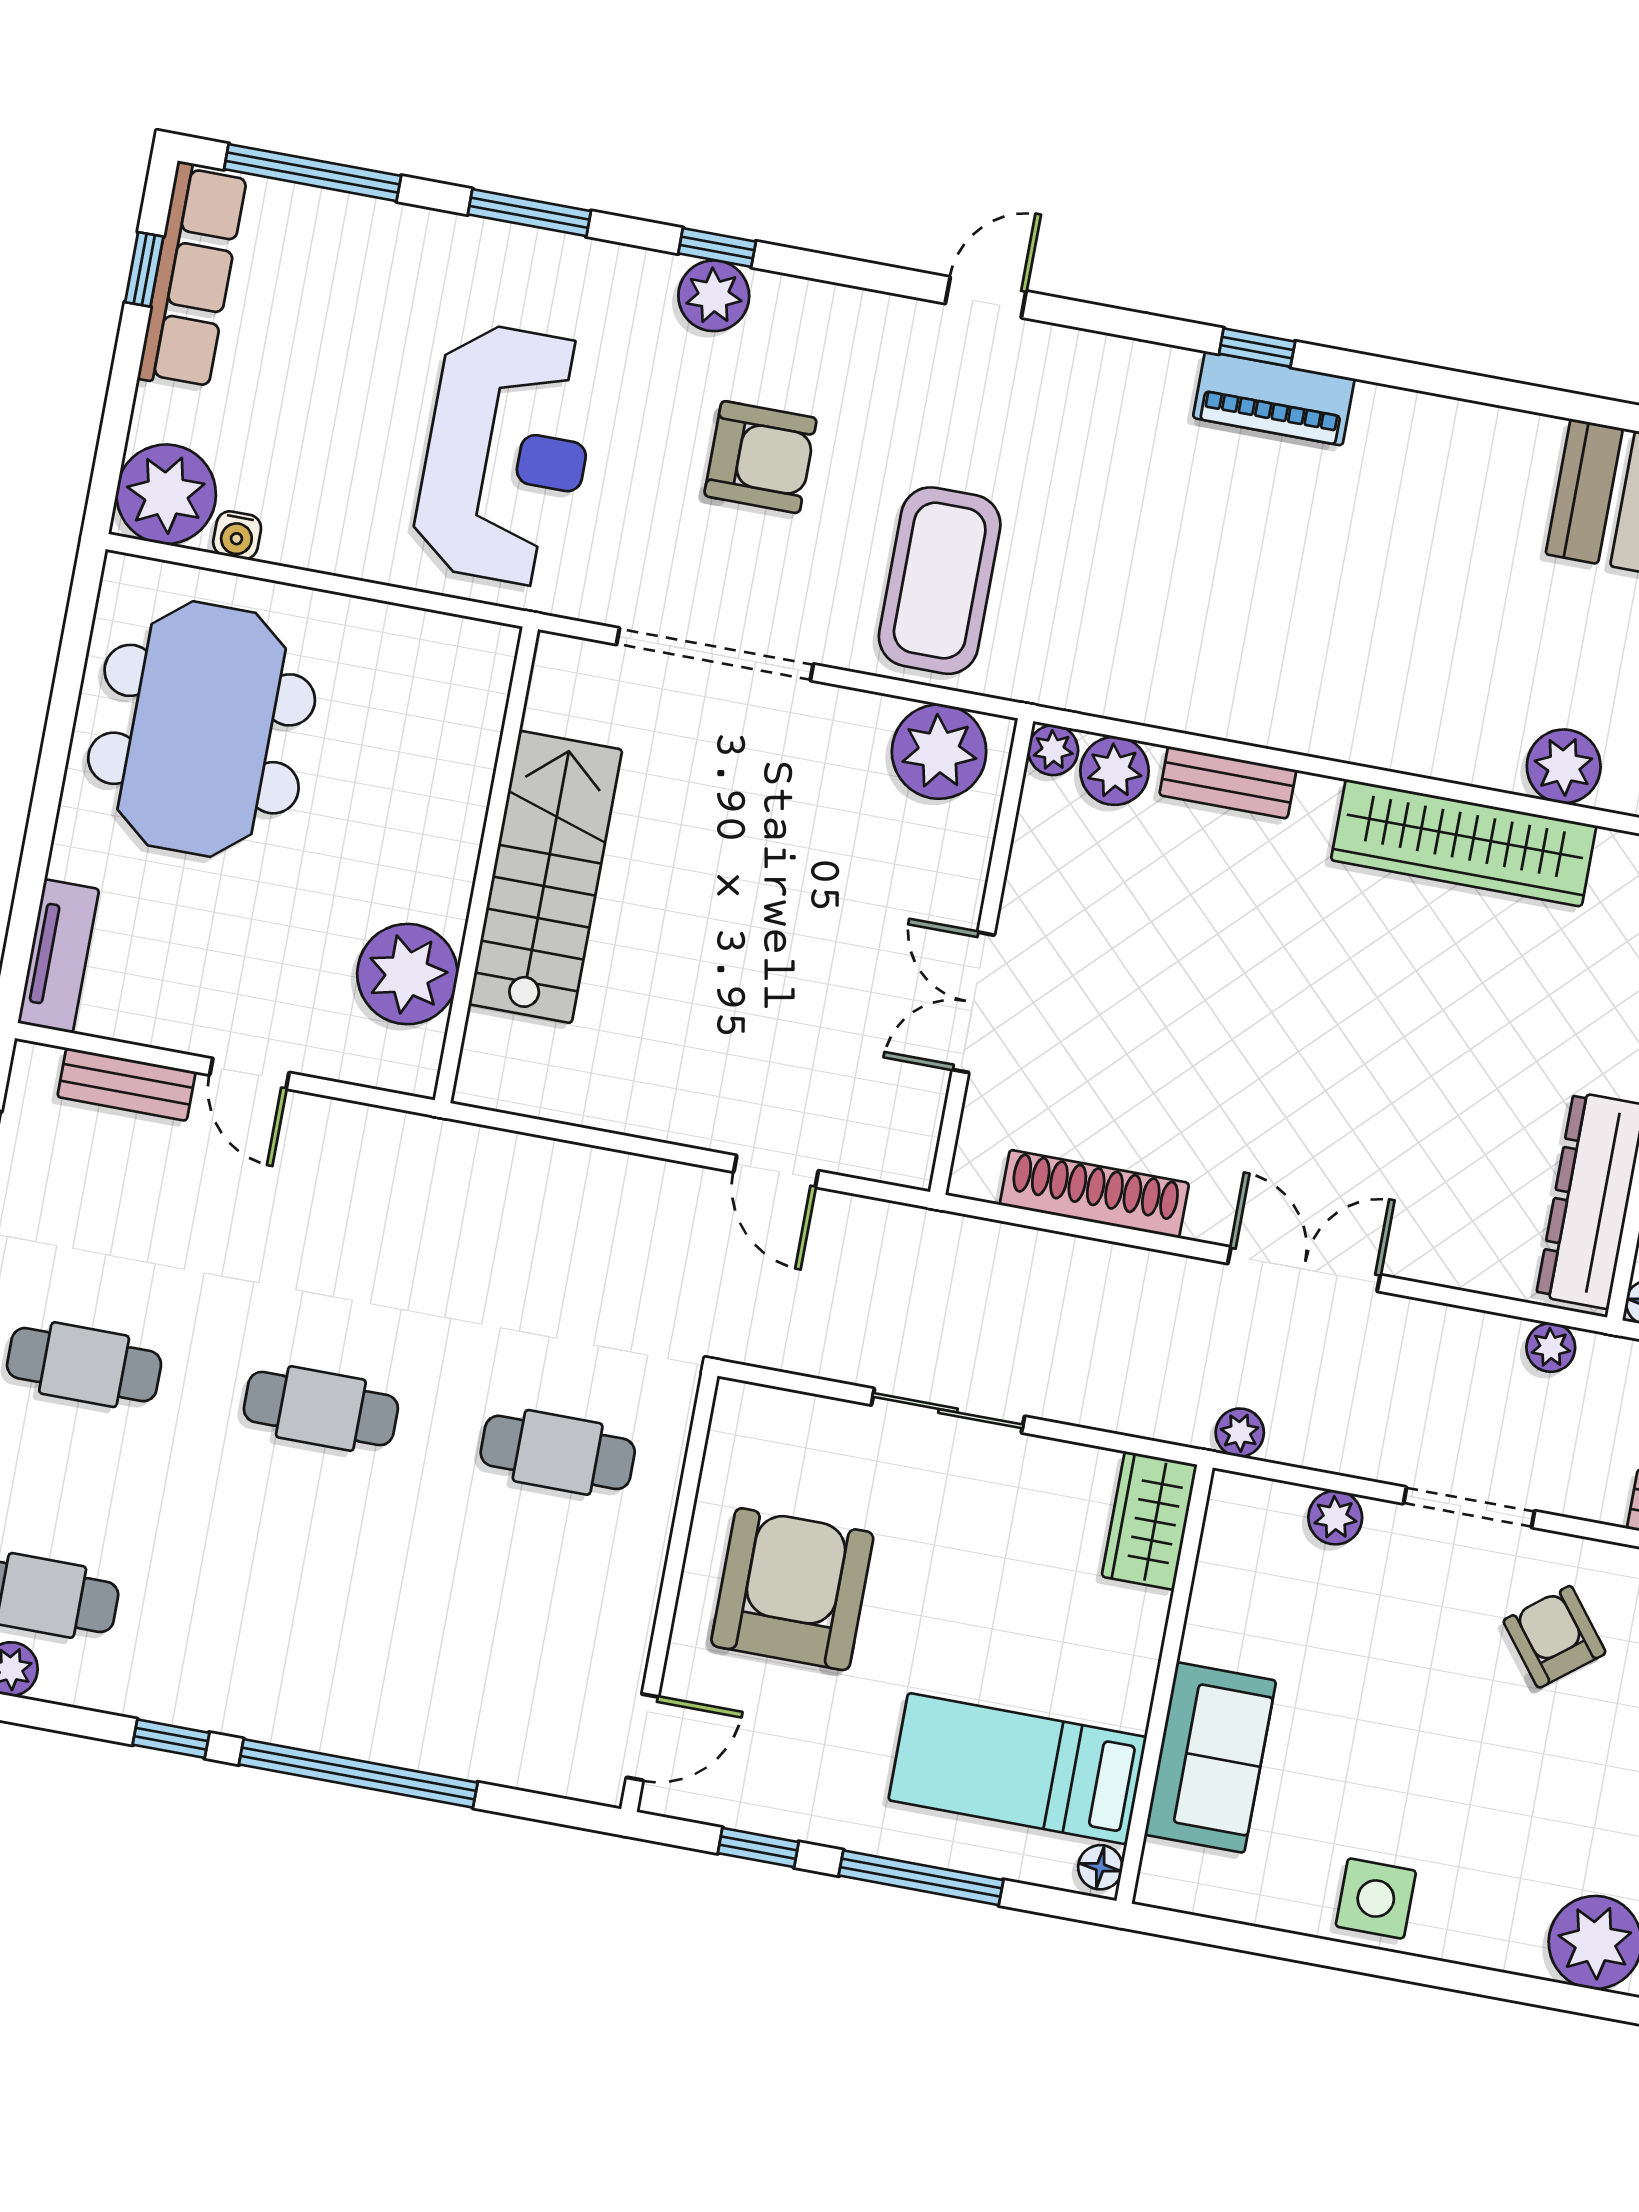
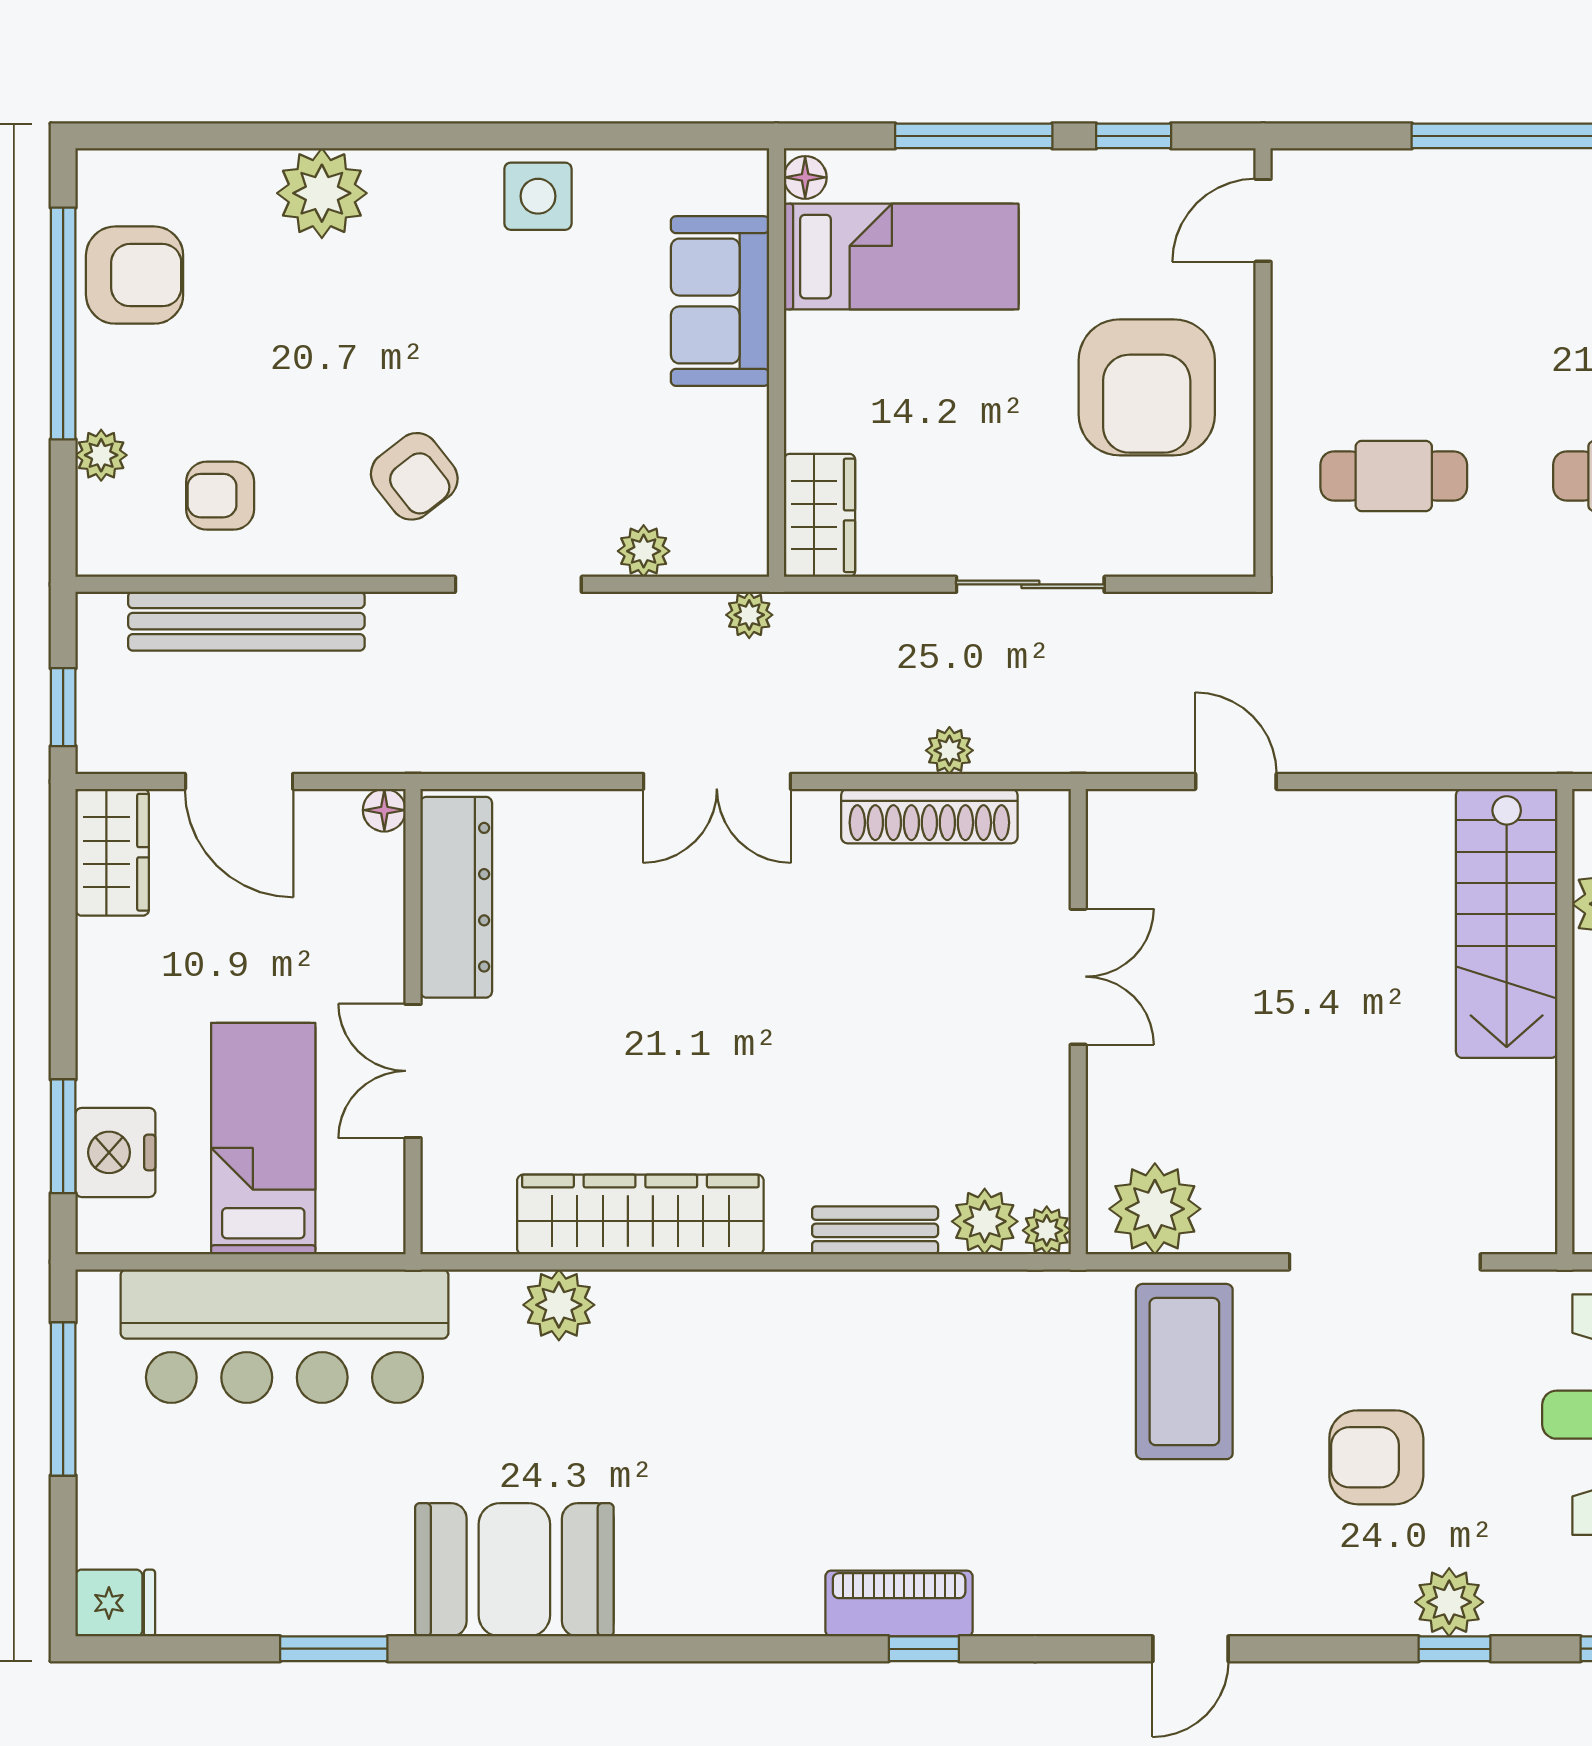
stairs: (545, 877) -> (1507, 923), moved
plant: (1551, 1347) -> (949, 750), moved

